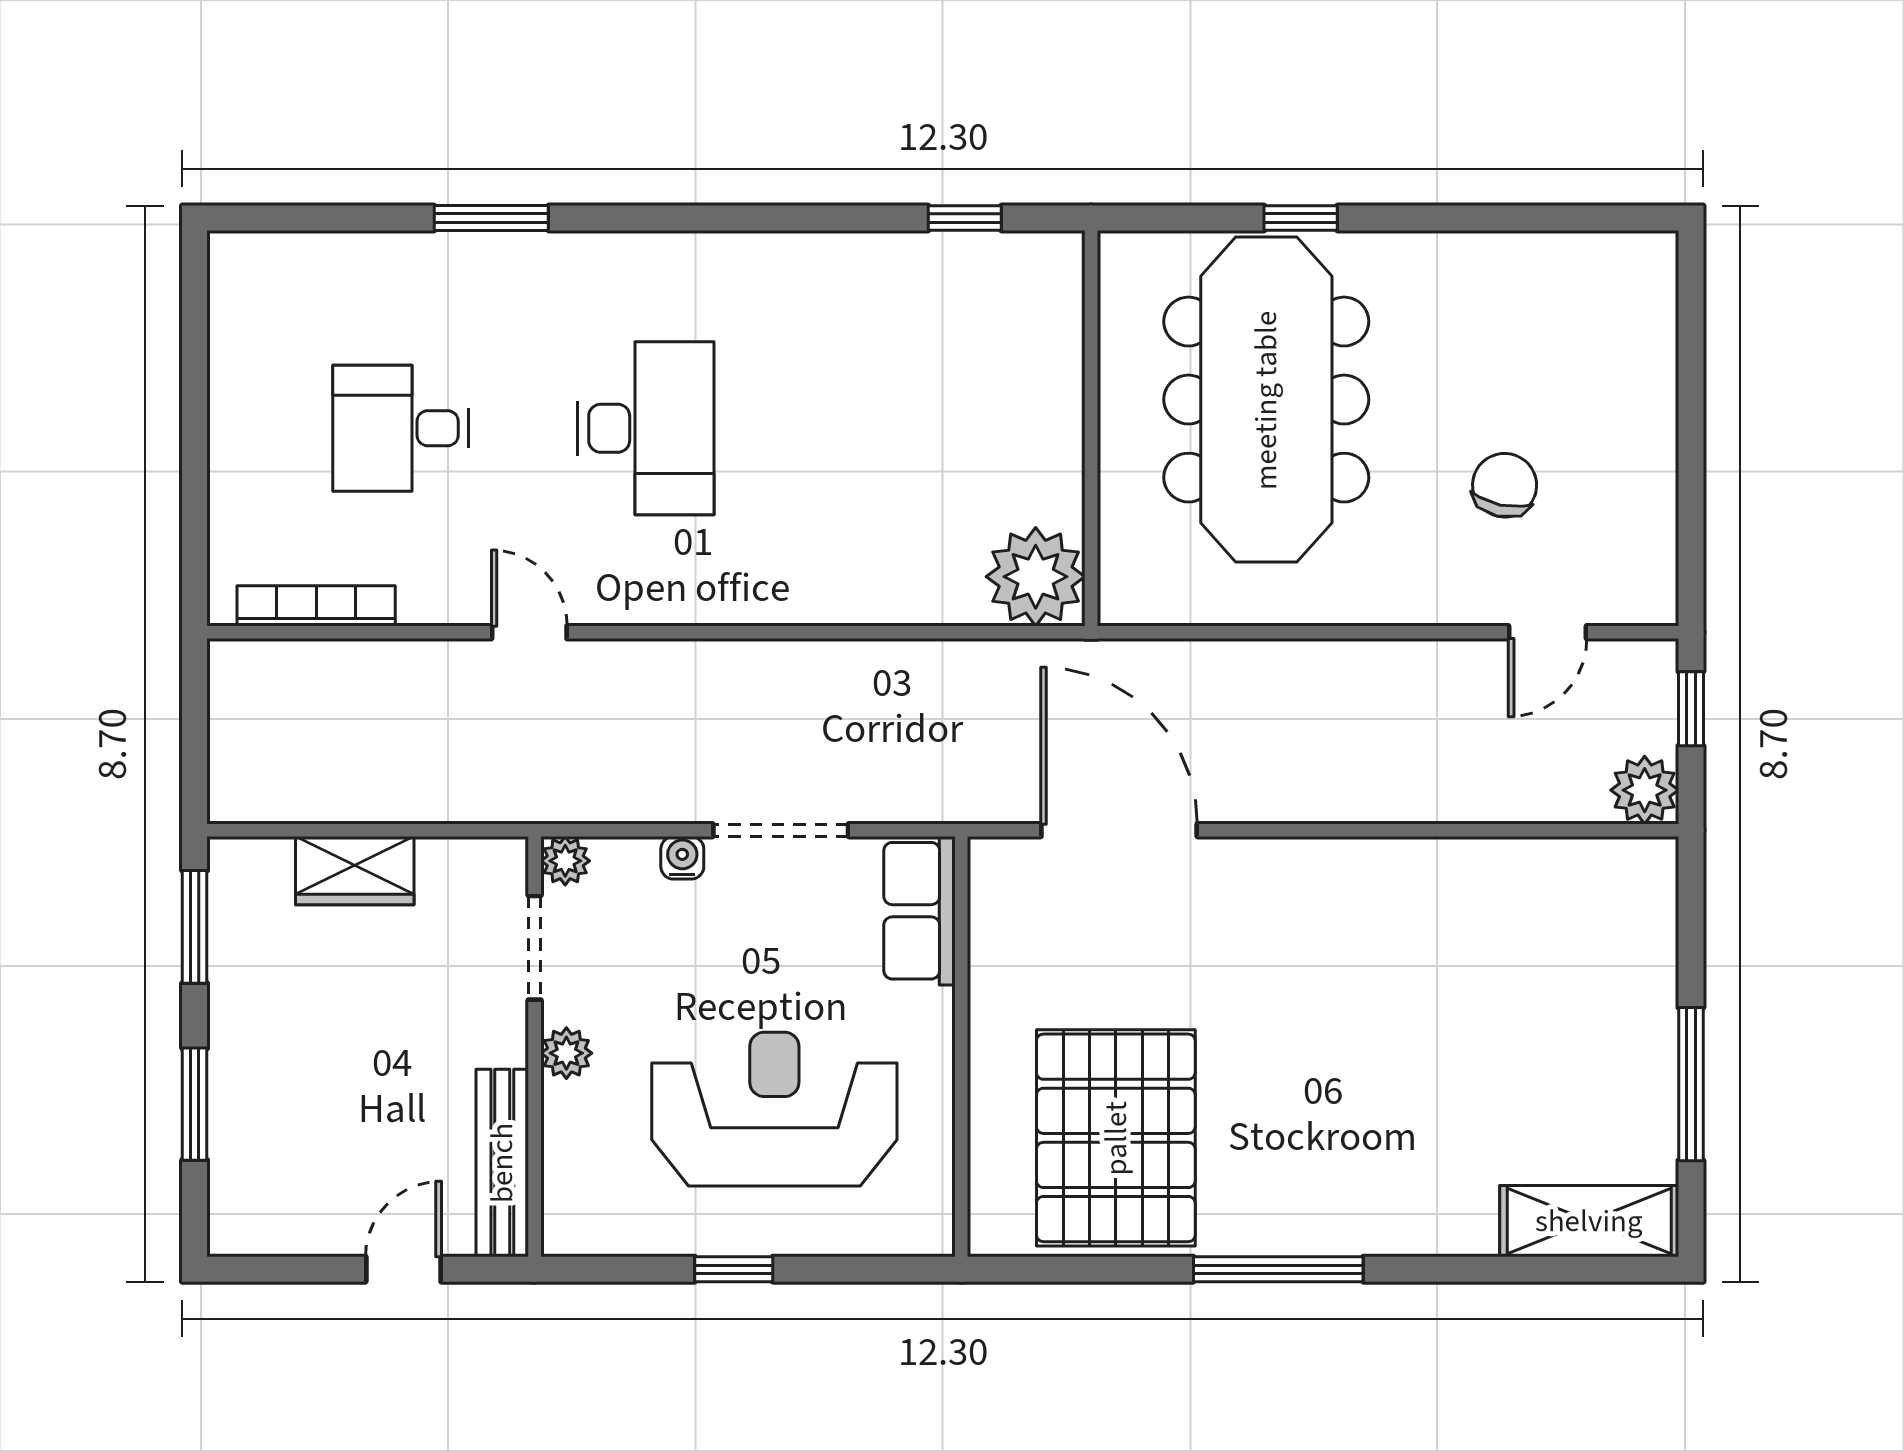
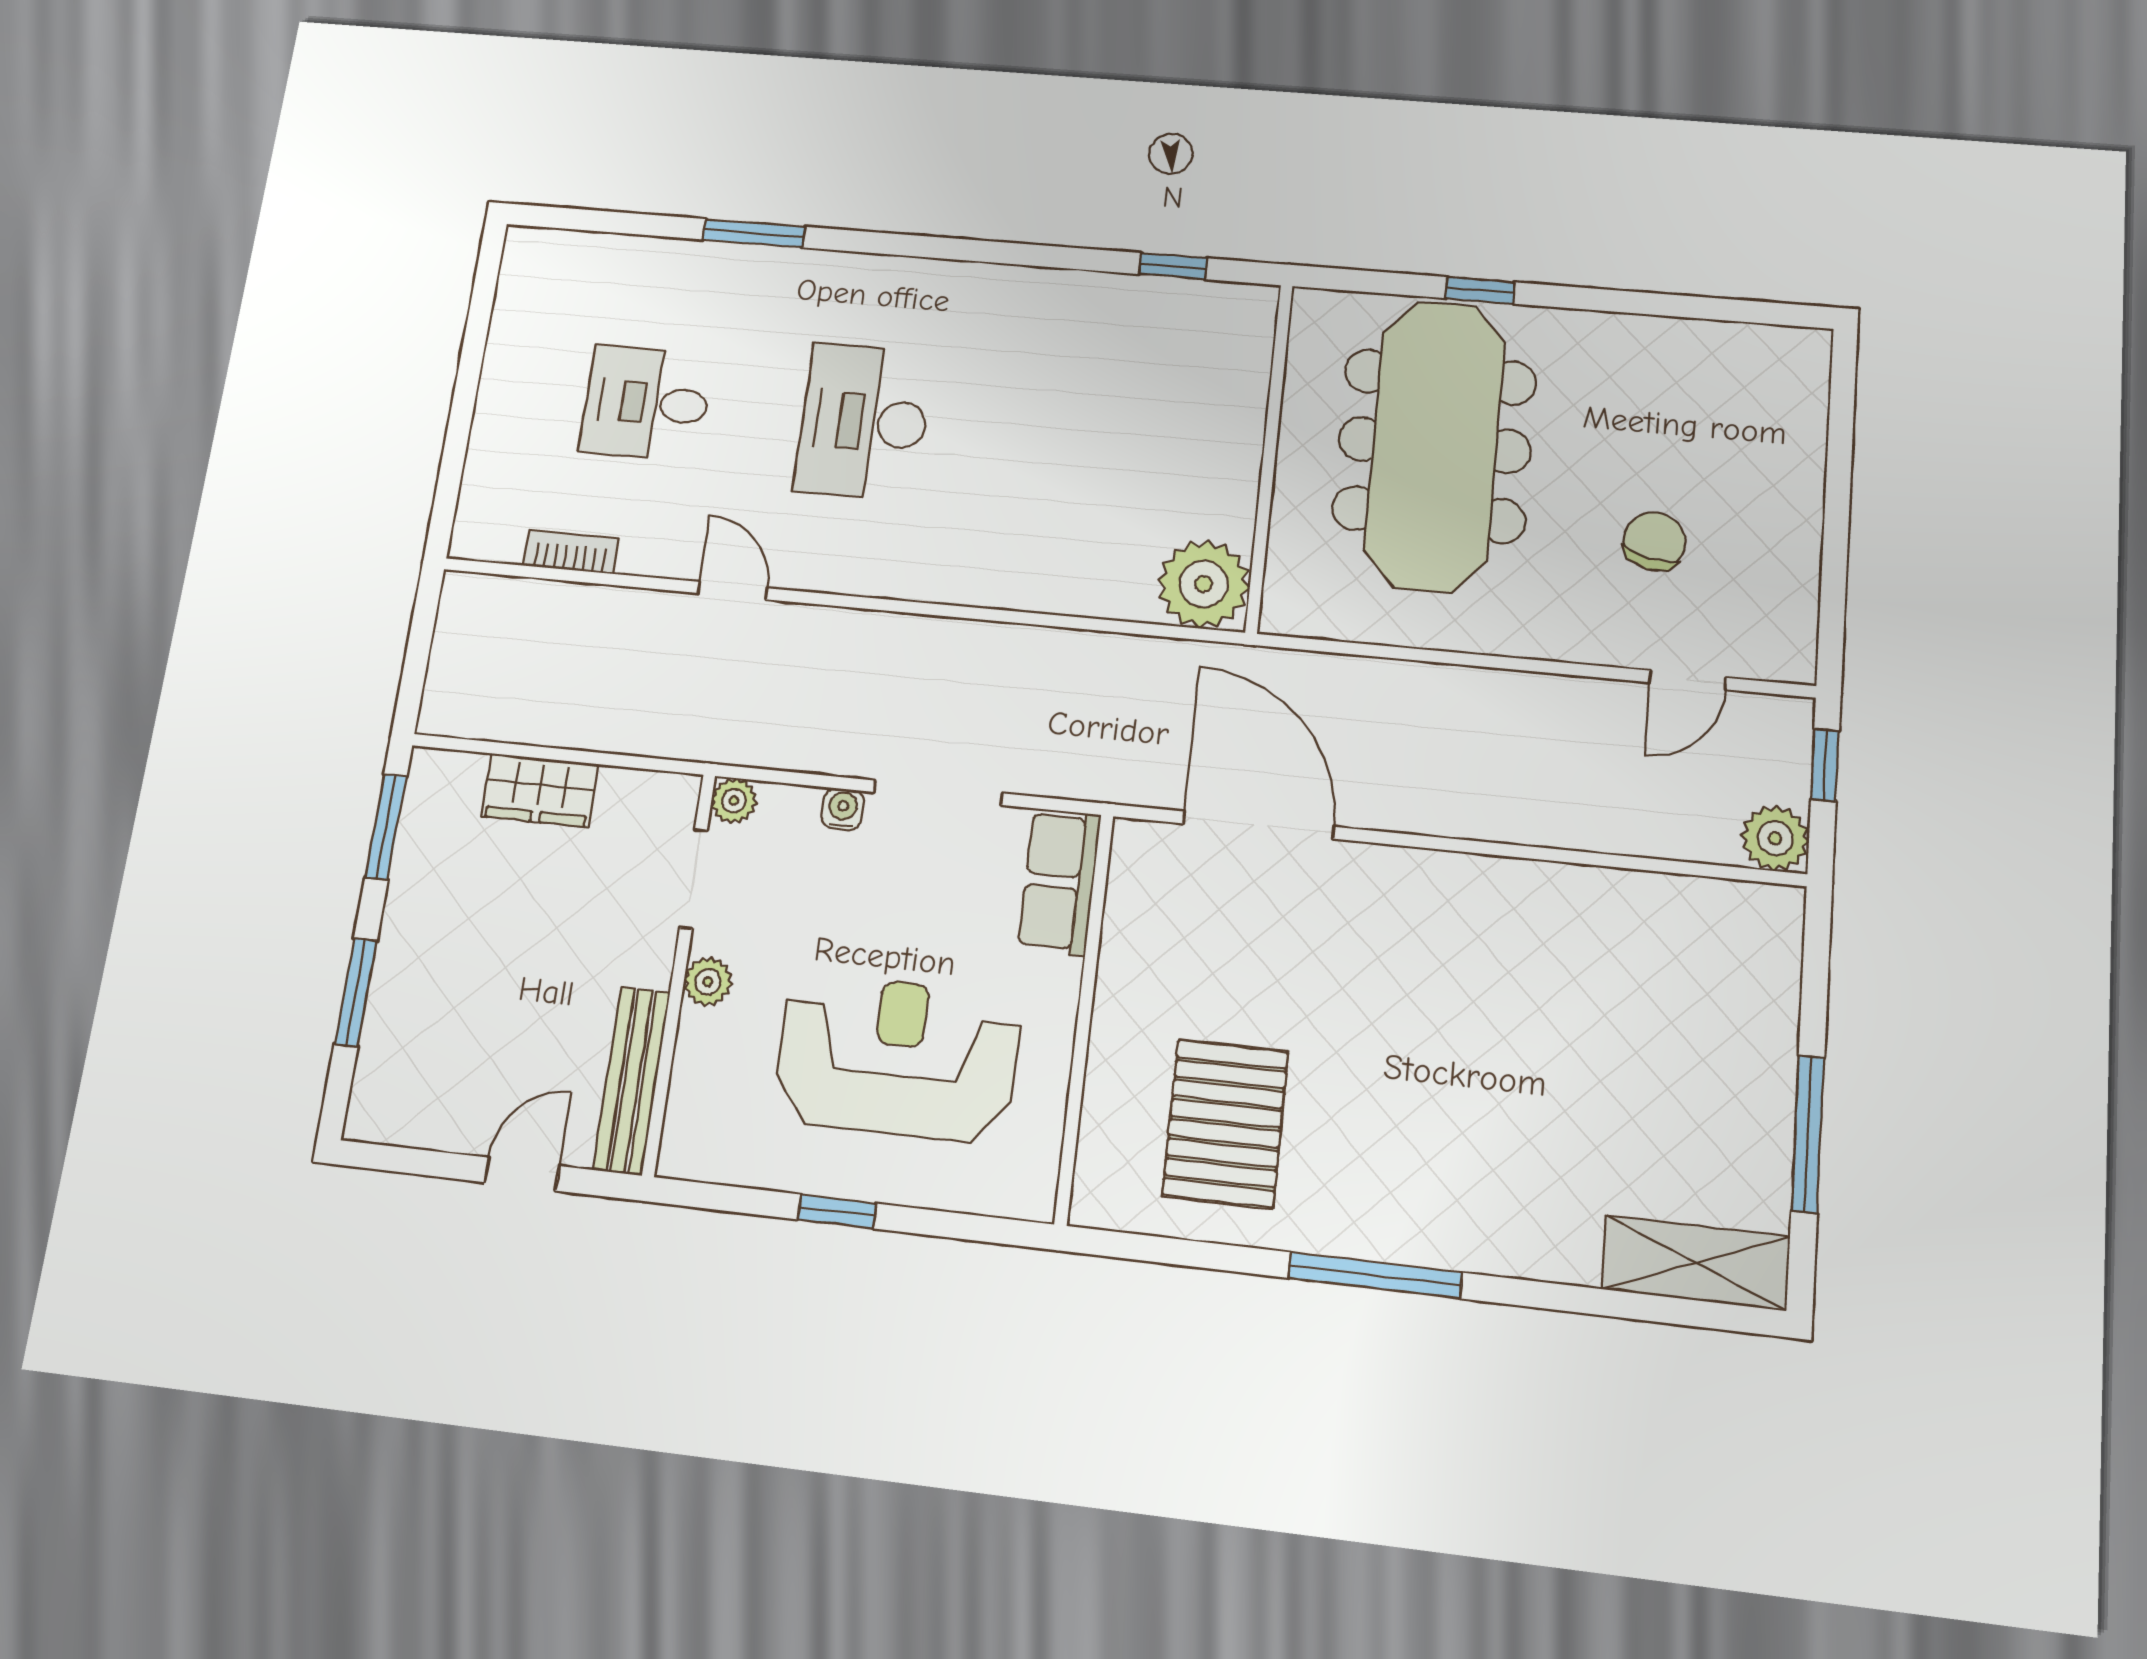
desk: (646, 428) -> (864, 422), turned 180
bookcase: (316, 606) -> (571, 552), width x0.64
pallet: (1116, 1138) -> (1225, 1123), width x0.73, depth x0.71

